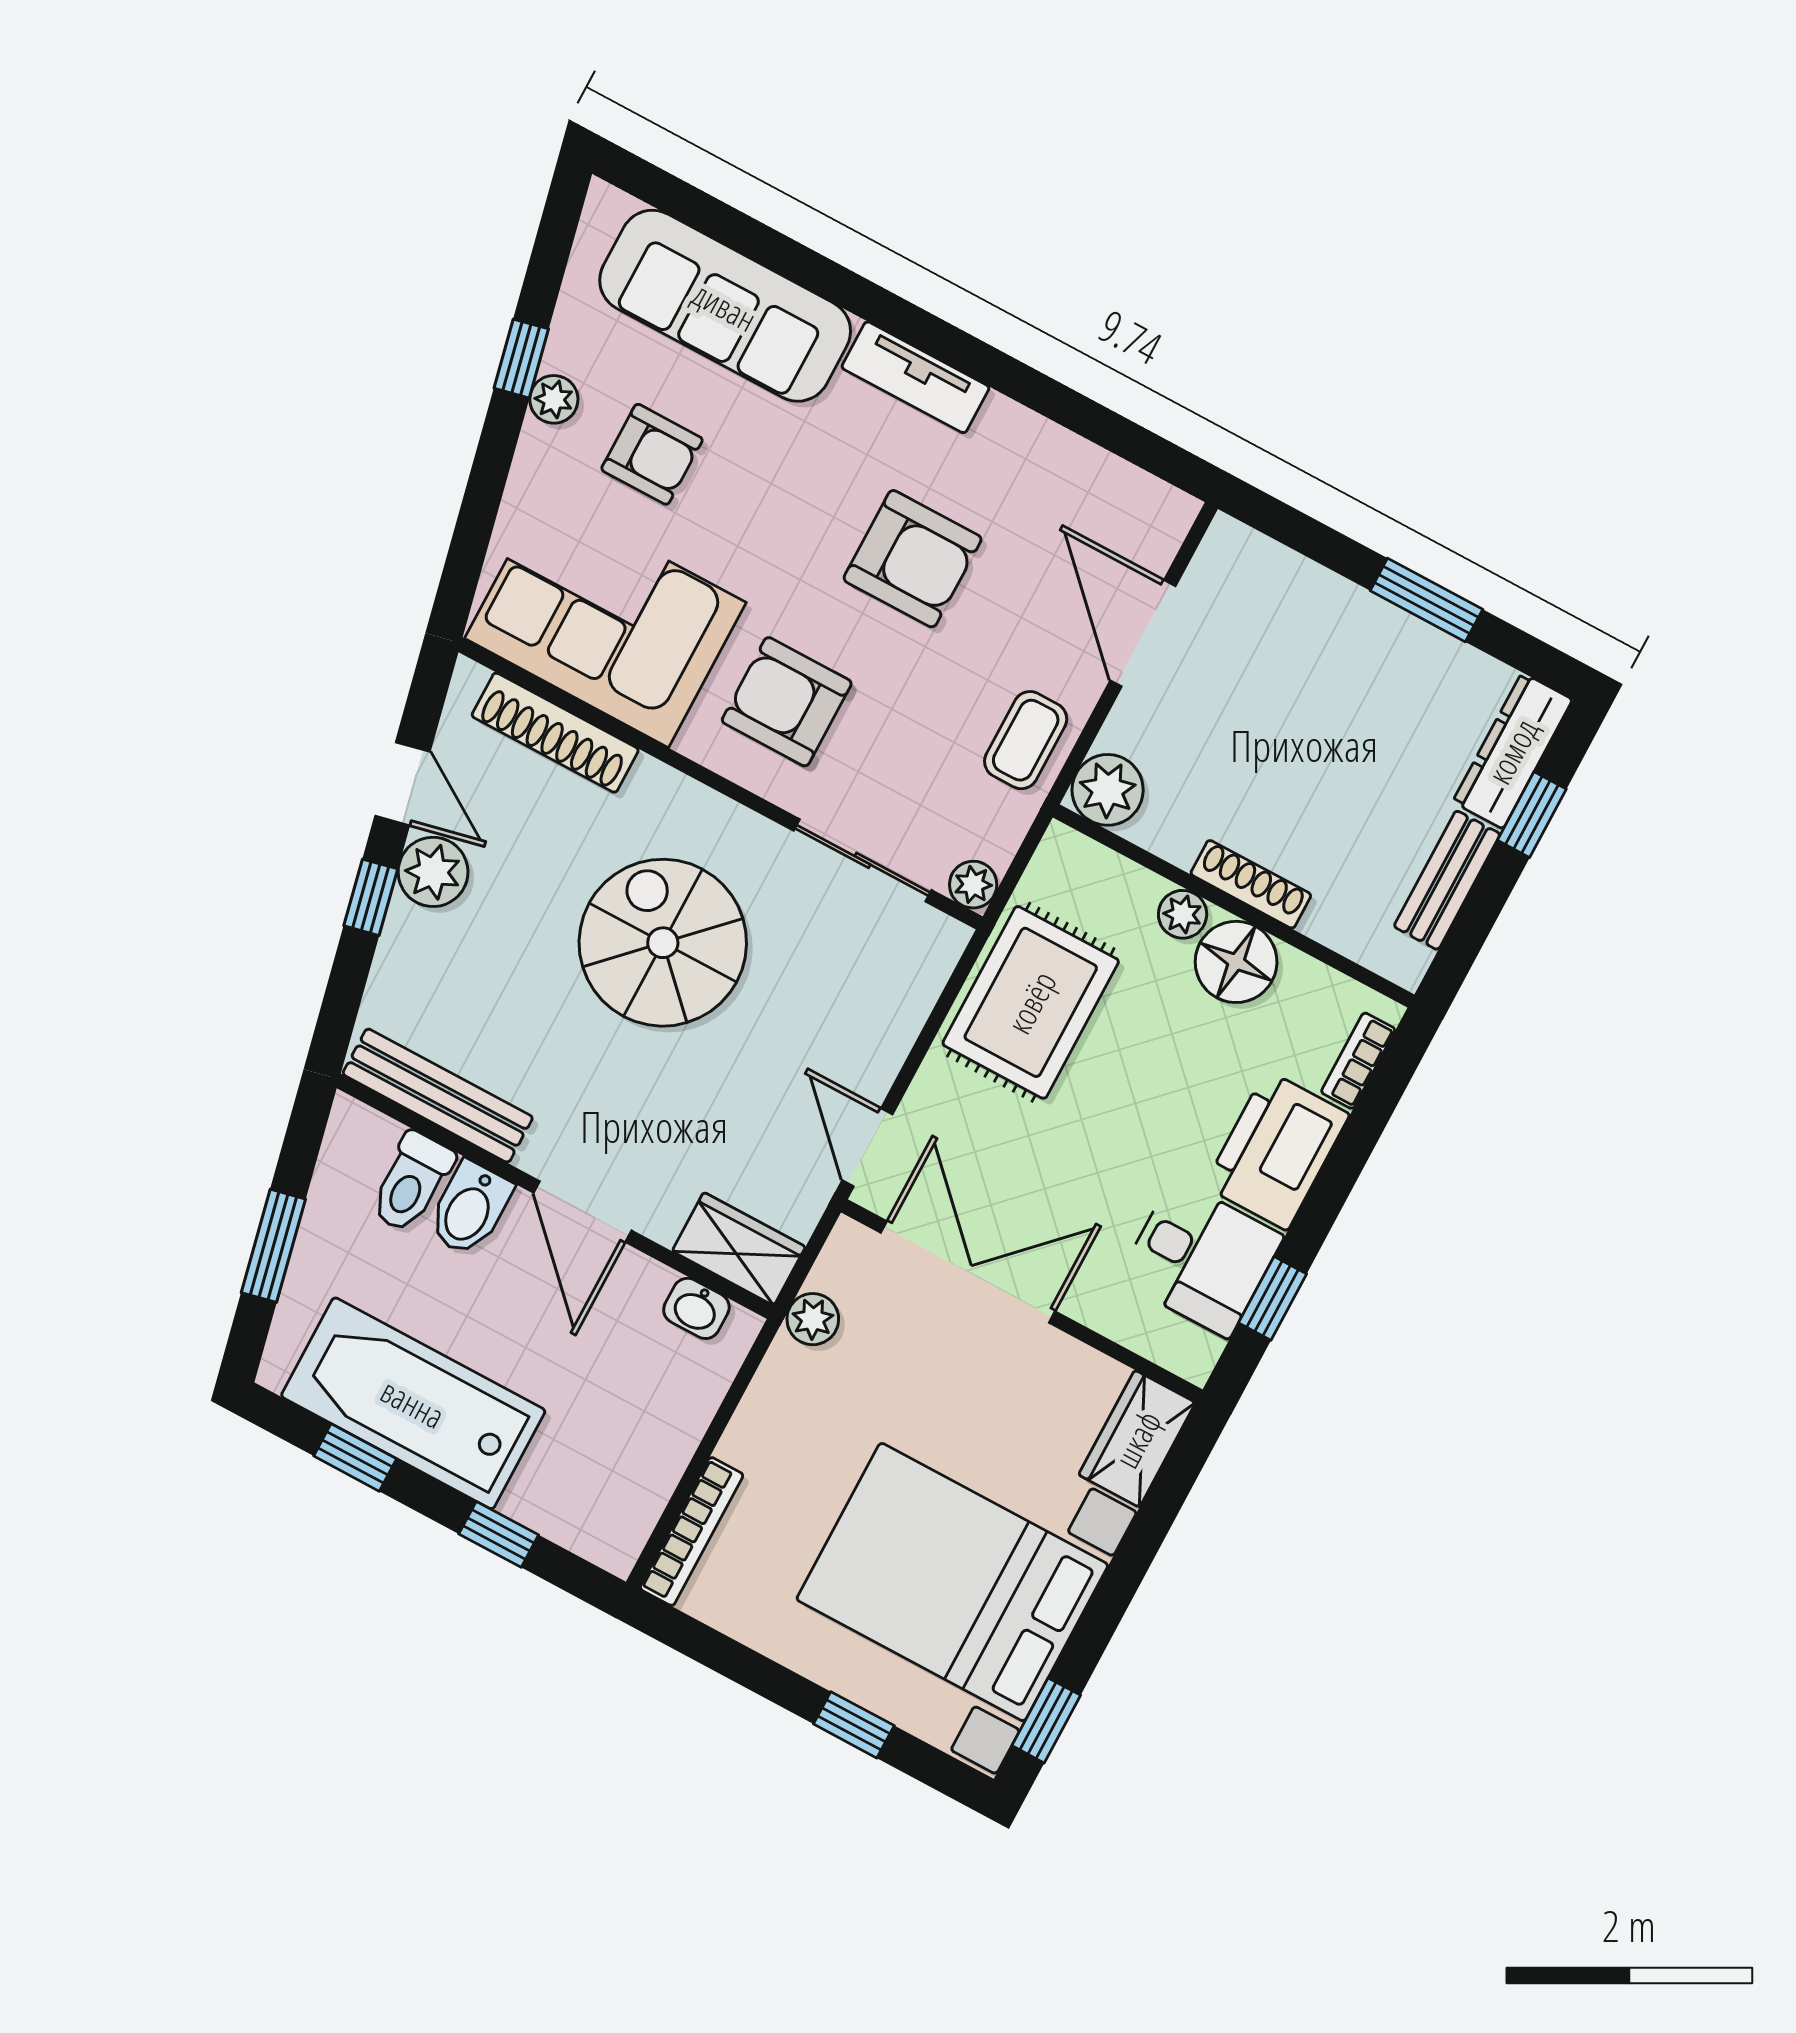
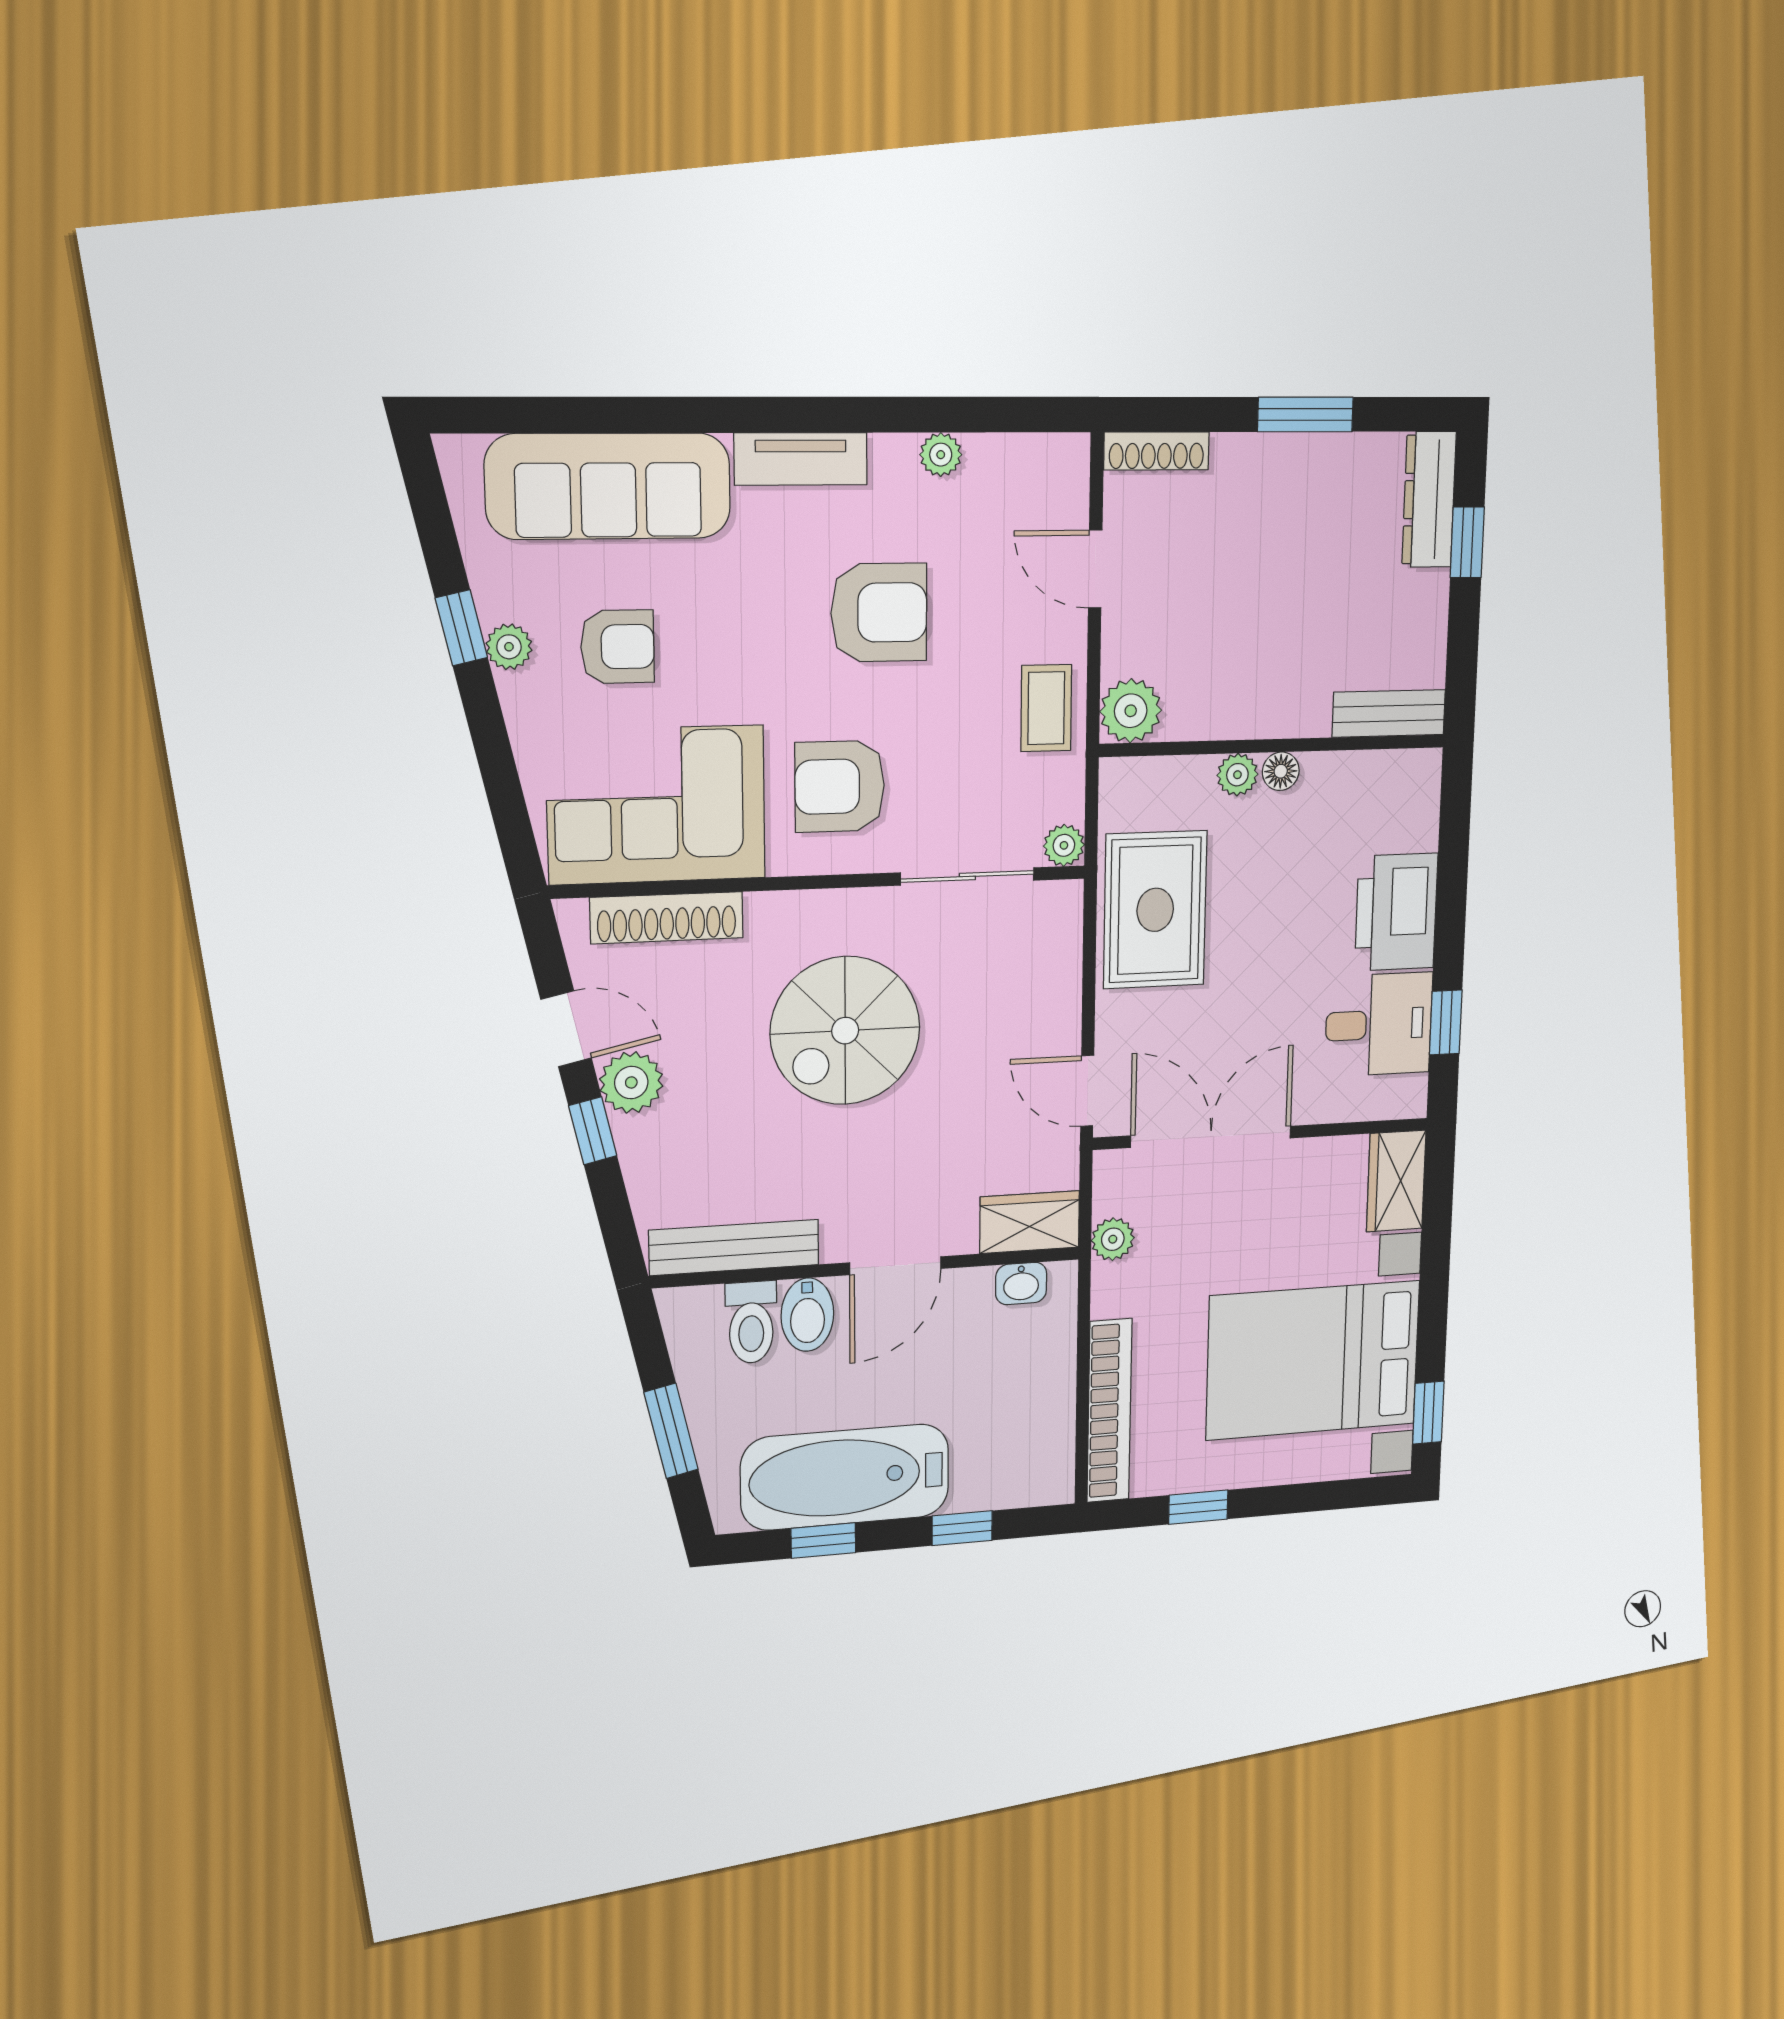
plant: (1050, 445) -> (941, 455), added
door: (1143, 633) -> (1095, 569), width x0.73
bench: (1447, 880) -> (1389, 713), moved, turned 90
shoe rack: (1251, 884) -> (1156, 451), moved, turned 180
spiral stairs: (663, 943) -> (845, 1031), turned -90
floor lamp: (1236, 962) -> (1281, 771), width x0.53, depth x0.53
bookcase: (1358, 1061) -> (1425, 809), removed
door: (582, 1212) -> (895, 1266), hinge flipped
bookcase: (692, 1532) -> (1109, 1411), width x1.48, depth x1.31
window: (854, 1725) -> (1198, 1507), moved

